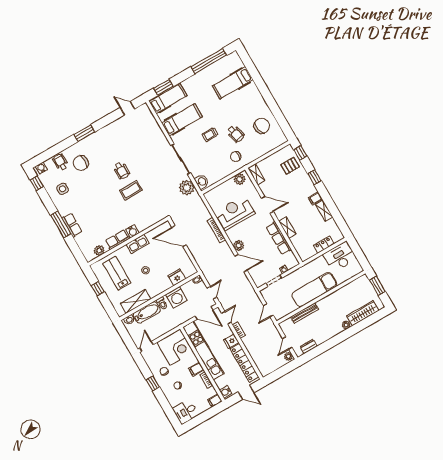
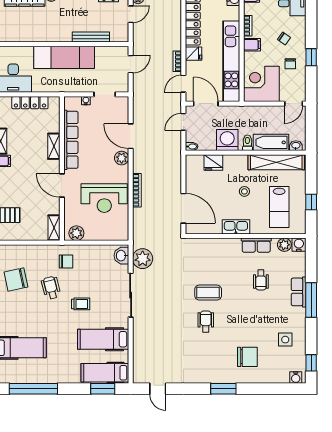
wheelchair: (60, 162) -> (261, 280), moved
water cooler: (132, 231) -> (299, 245), moved
row of seats: (279, 238) -> (71, 140), width x1.36
locker: (324, 245) -> (30, 103), width x1.53
shelving: (136, 301) -> (276, 162), width x1.47

